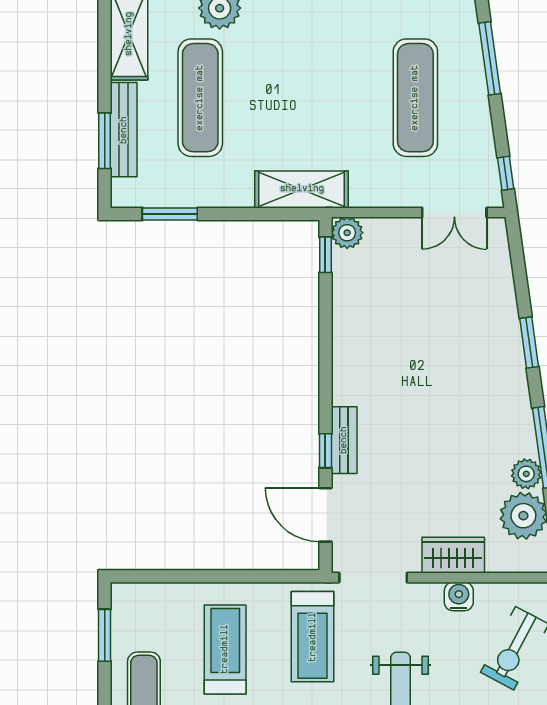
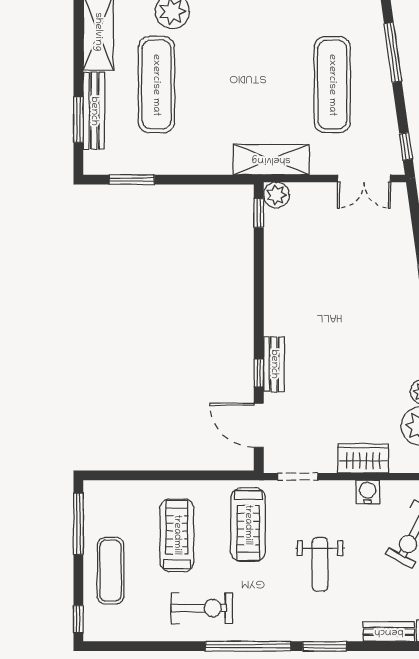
shelving: (302, 189) -> (271, 160), moved
doorway: (373, 578) -> (298, 477), width x0.73
window: (105, 635) -> (78, 524), width x1.44

